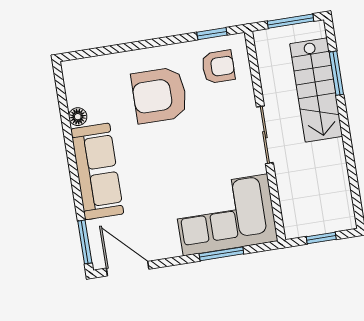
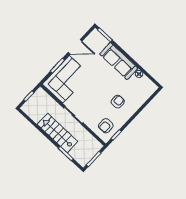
stairs: (316, 90) -> (57, 133), moved
armchair: (159, 95) -> (118, 102), width x0.53, depth x0.53
door: (128, 269) -> (75, 47), moved

